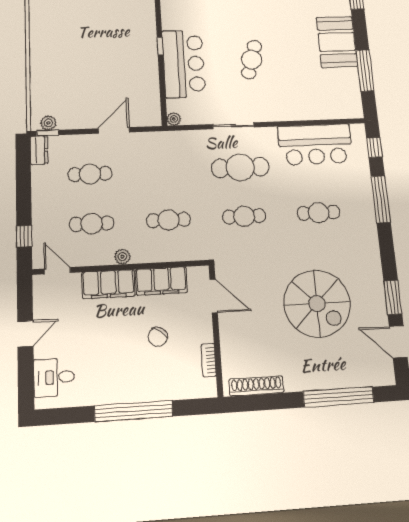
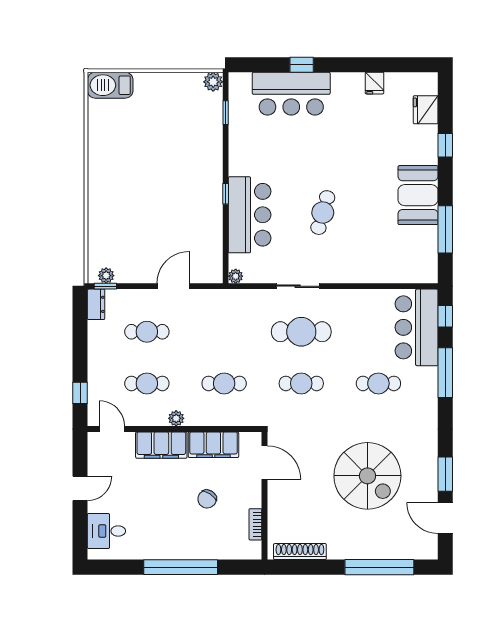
bar counter: (315, 144) -> (417, 327), moved, turned 90

